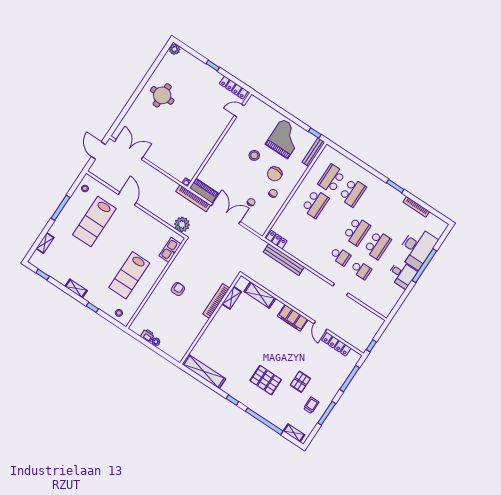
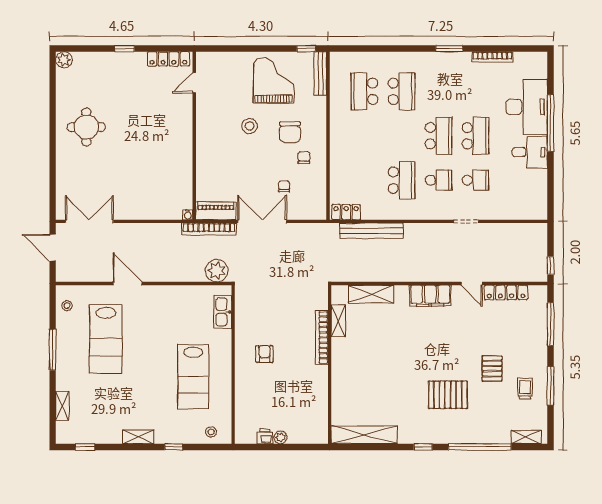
school desk: (315, 204) -> (401, 180), moved

